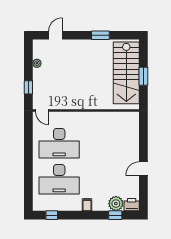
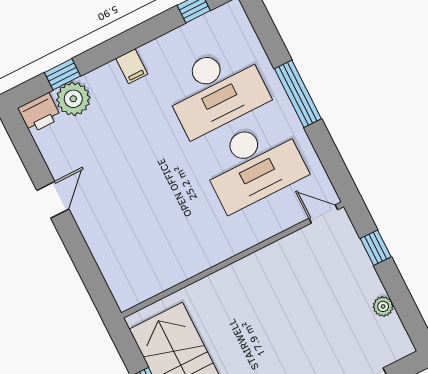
desk: (59, 143) -> (253, 164), turned 180
window: (28, 162) -> (298, 94), added
desk: (59, 179) -> (216, 90), turned 180

